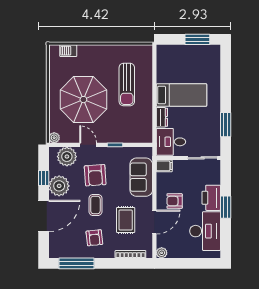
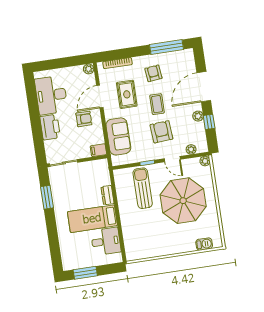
sun lounger: (127, 85) -> (143, 188), moved
desk: (171, 142) -> (106, 241), moved
plant: (67, 157) -> (191, 149), width x0.53, depth x0.53
plant: (59, 186) -> (198, 116), width x0.53, depth x0.53
window: (226, 207) -> (35, 120), removed

